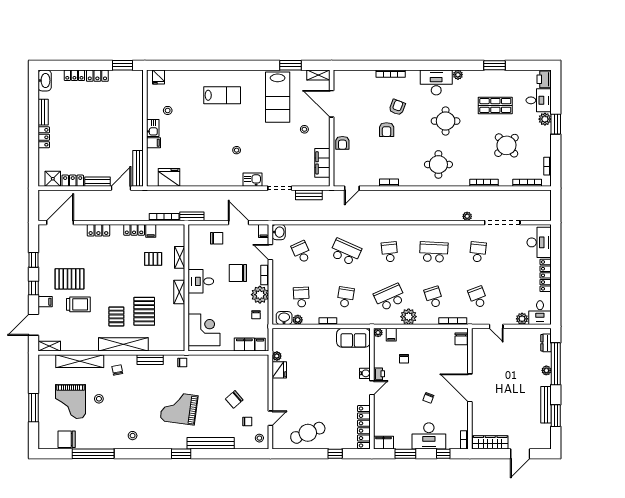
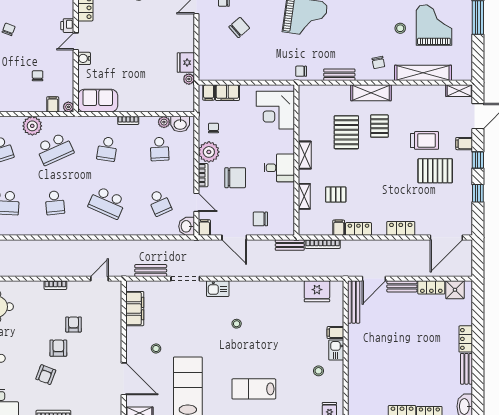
armchair: (342, 143) -> (73, 324), moved
trolley: (78, 304) -> (425, 140), turned 180
shelving: (123, 344) -> (371, 93), width x0.68
printer: (379, 374) -> (67, 26), moved

